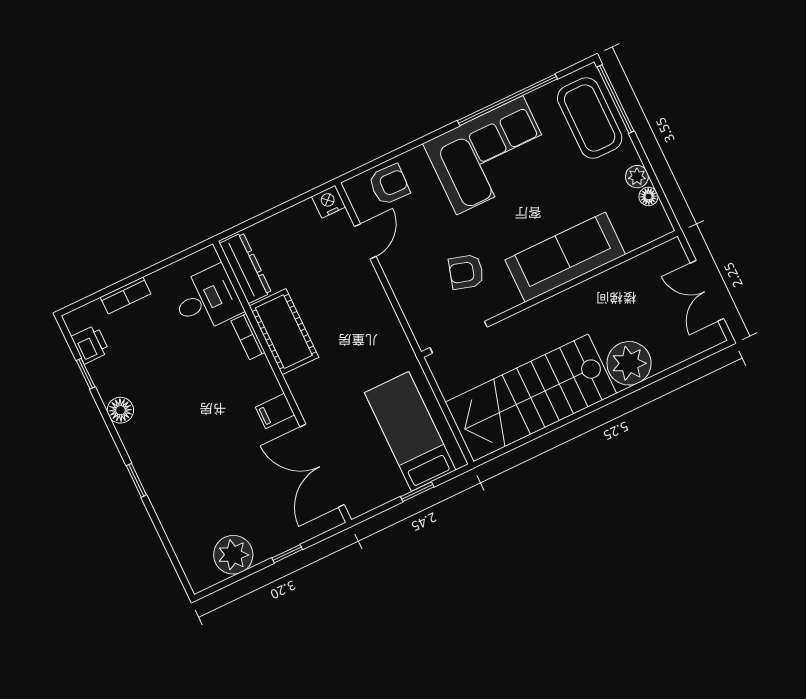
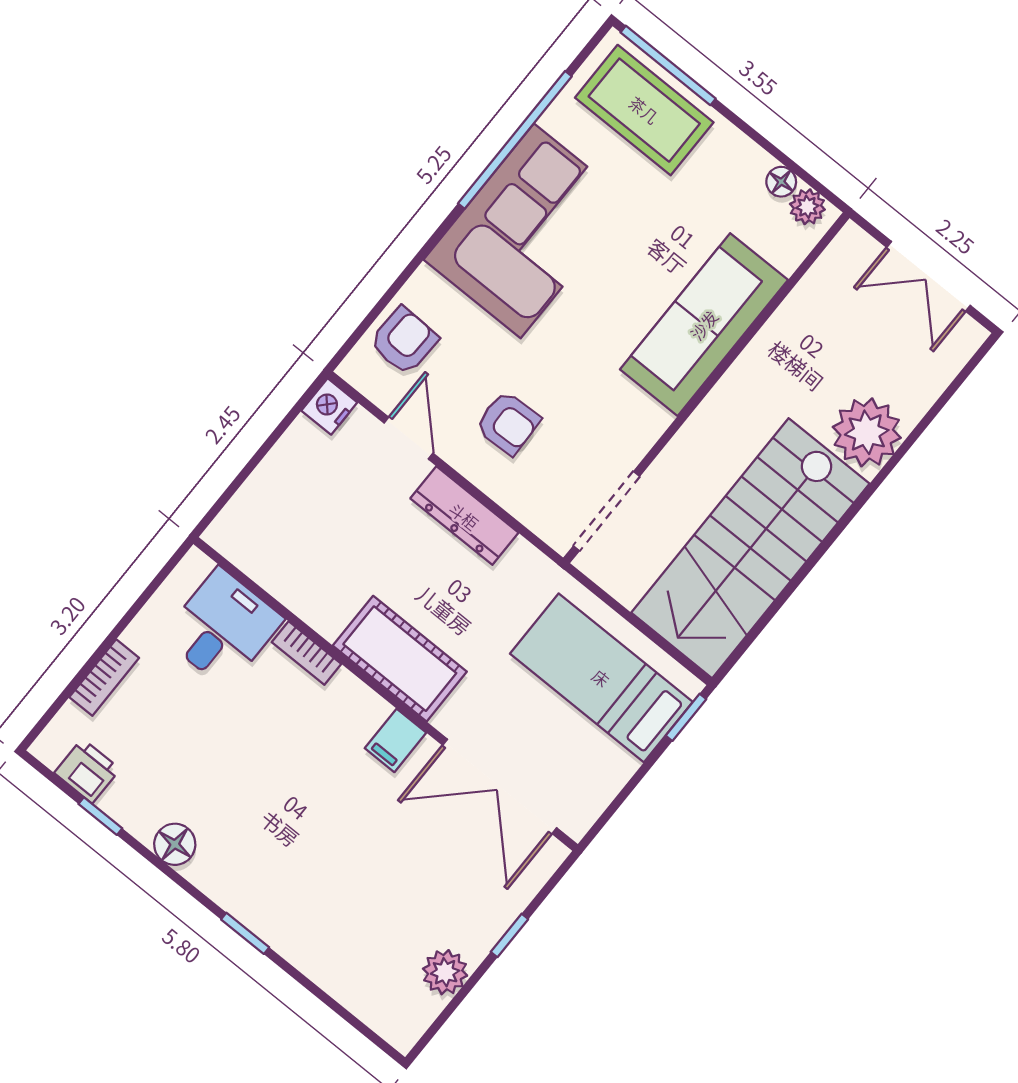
plant: (637, 177) -> (807, 207), moved
dresser: (245, 268) -> (464, 516), moved, turned 180
armchair: (466, 272) -> (508, 423), moved, turned -108
cot: (284, 332) -> (400, 659), moved
window: (417, 492) -> (686, 717), moved
plant: (233, 555) -> (445, 972), width x0.73, depth x0.73

